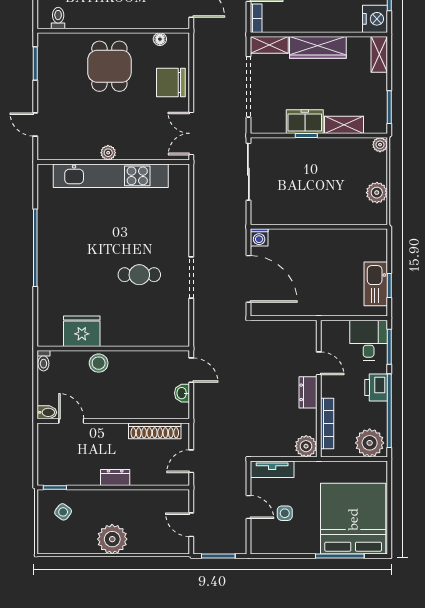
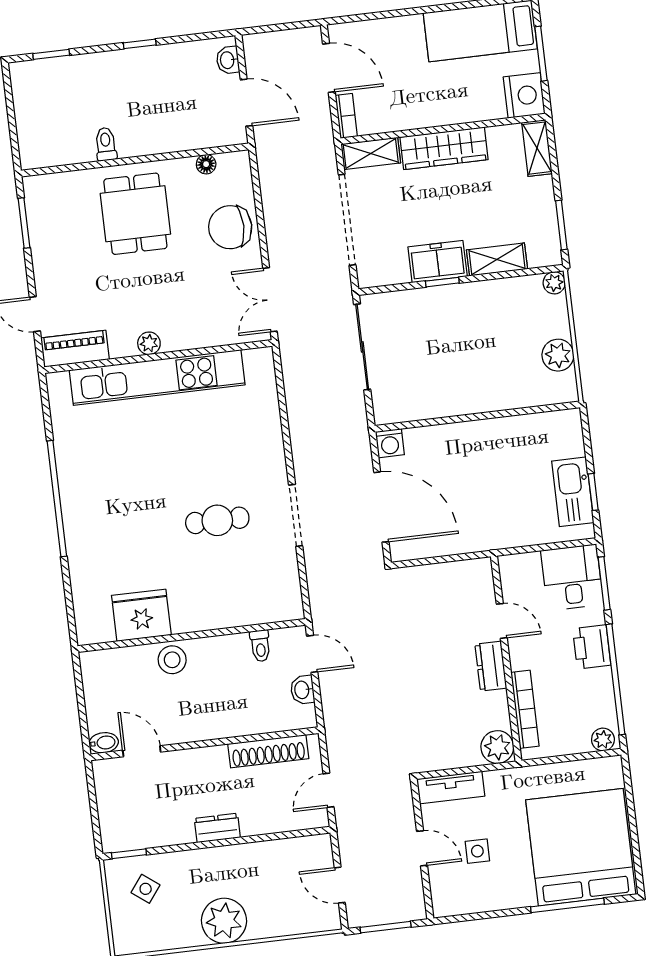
toilet: (58, 18) -> (106, 144), moved
piano: (59, 150) -> (75, 349), added
toilet: (43, 361) -> (260, 646), moved
plant: (370, 443) -> (603, 740), width x0.53, depth x0.53

